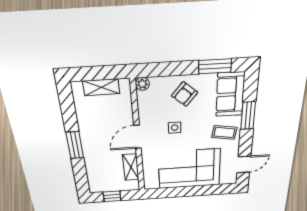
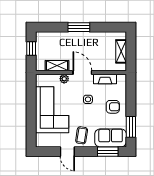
plant: (142, 84) -> (64, 79), moved
armchair: (185, 94) -> (113, 107), turned 140
fireplace: (144, 107) -> (105, 79), added
window: (248, 116) -> (108, 152), moved
door: (244, 165) -> (67, 152), moved

